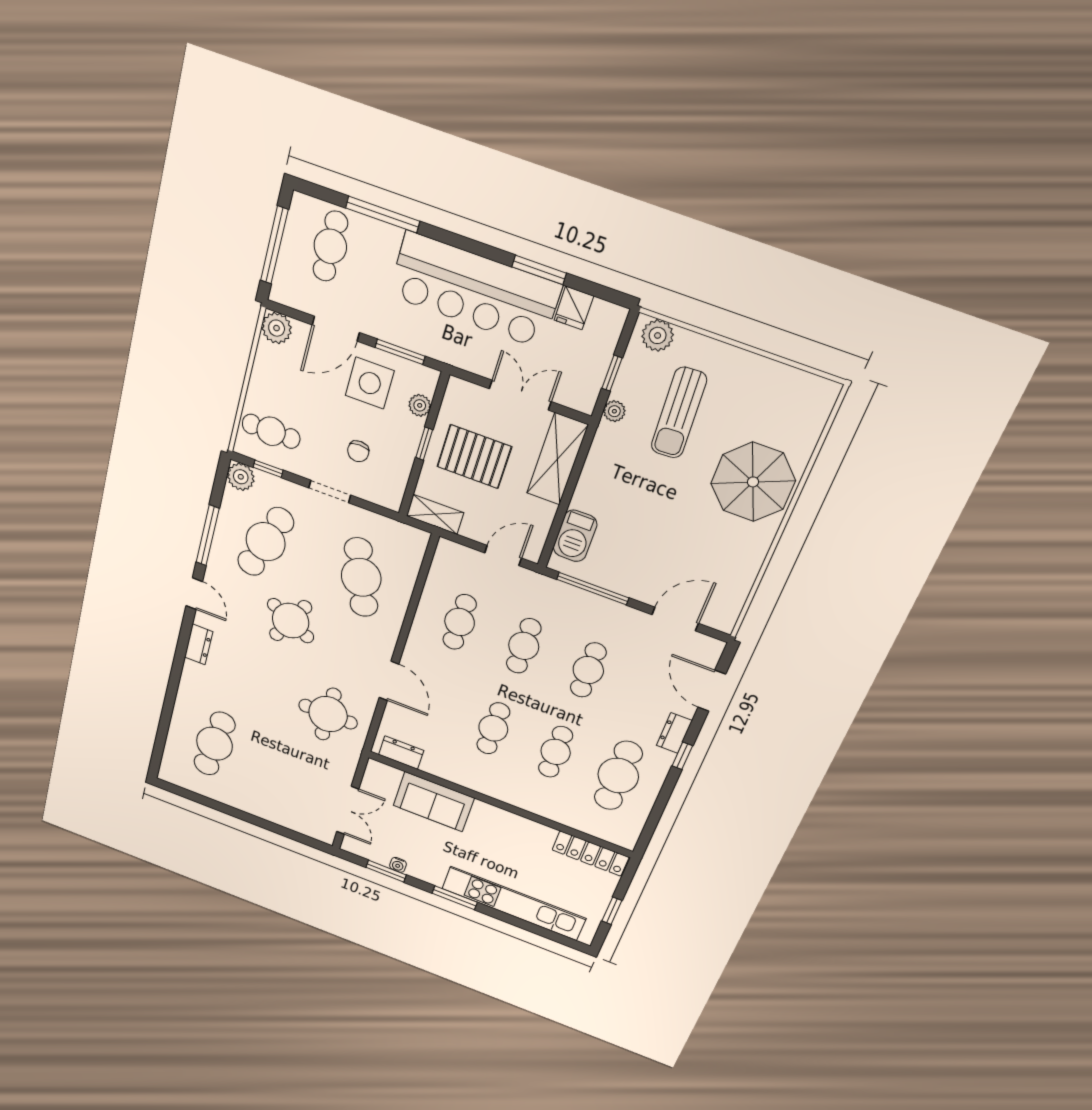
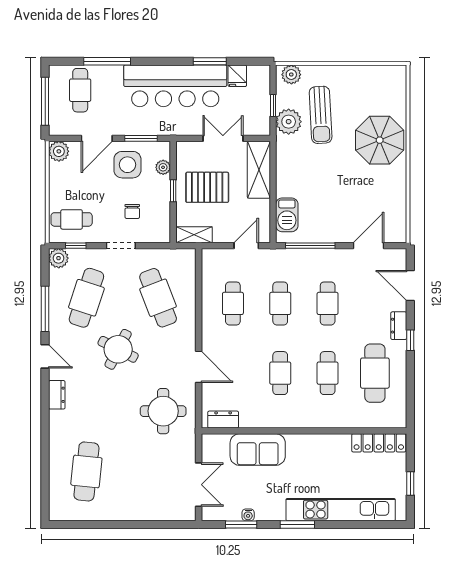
plant: (614, 411) -> (289, 122), width x1.88, depth x1.88

